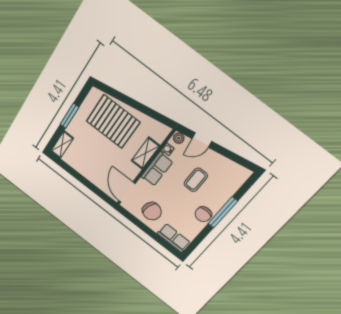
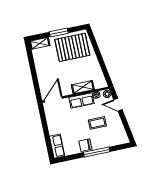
pallet: (113, 122) -> (72, 47), moved, turned 90
chair: (152, 211) -> (58, 121), removed

